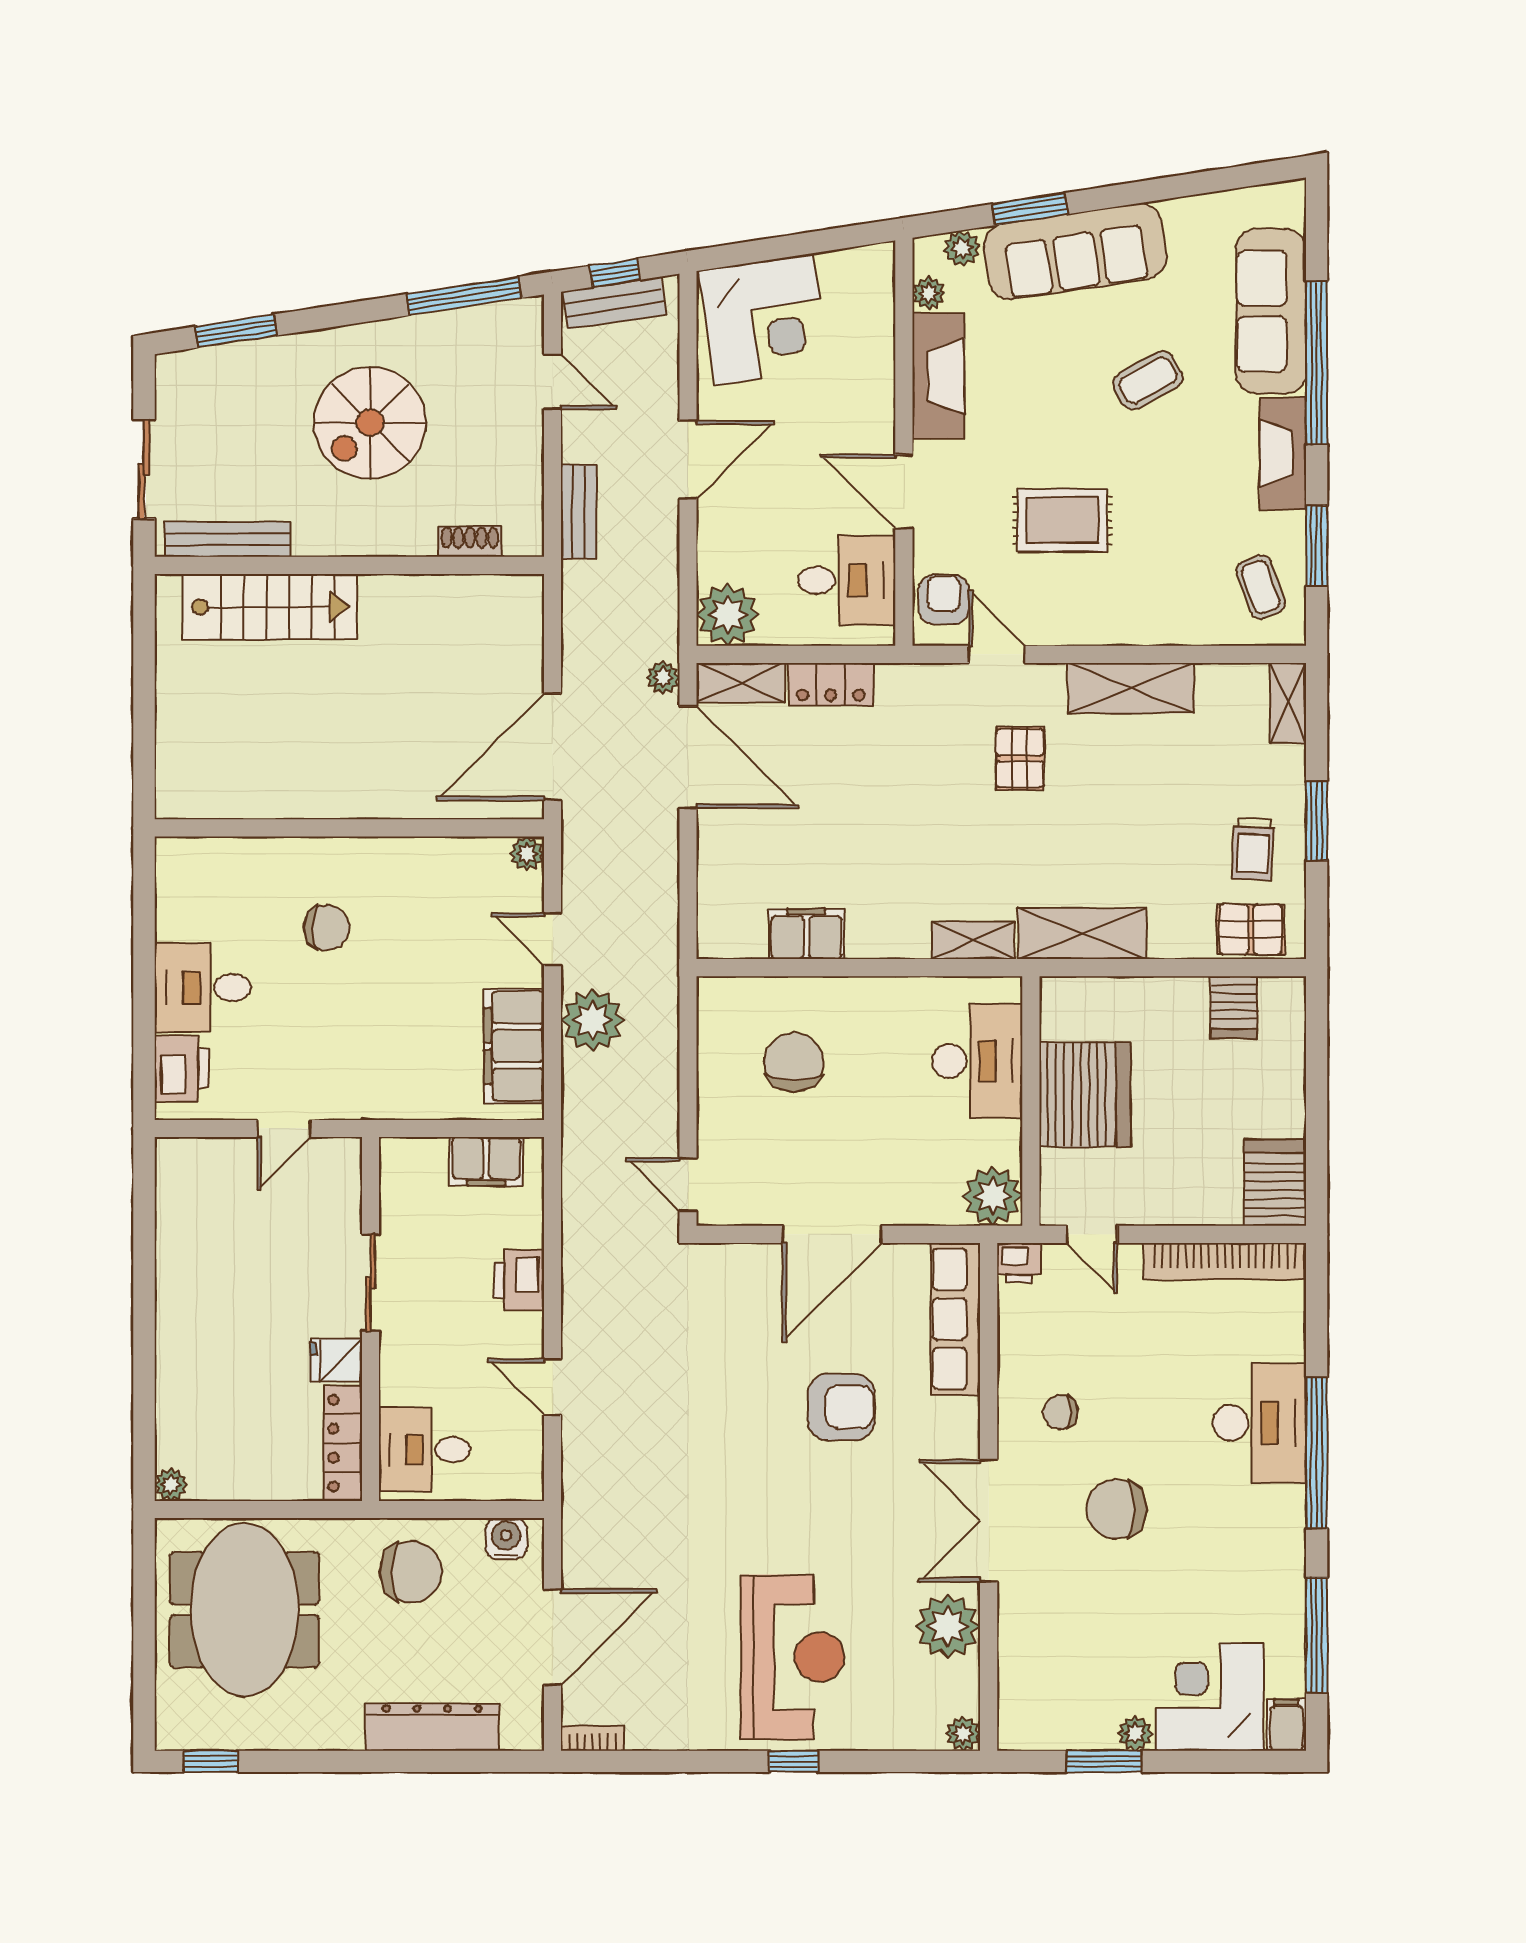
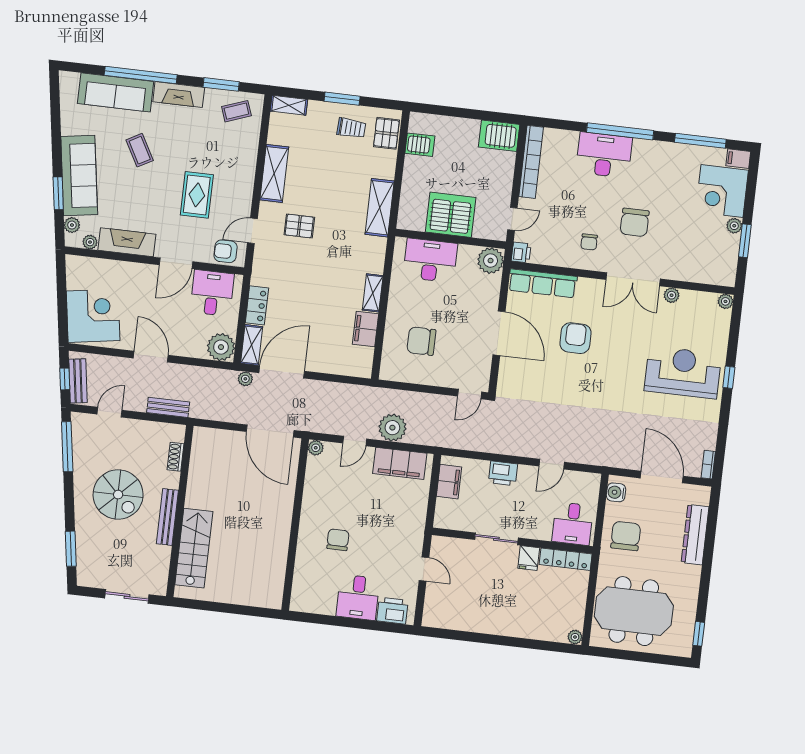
bench: (228, 539) -> (167, 517), moved
shelving: (973, 940) -> (373, 293), moved
plant: (948, 1626) -> (672, 295), width x0.53, depth x0.53

